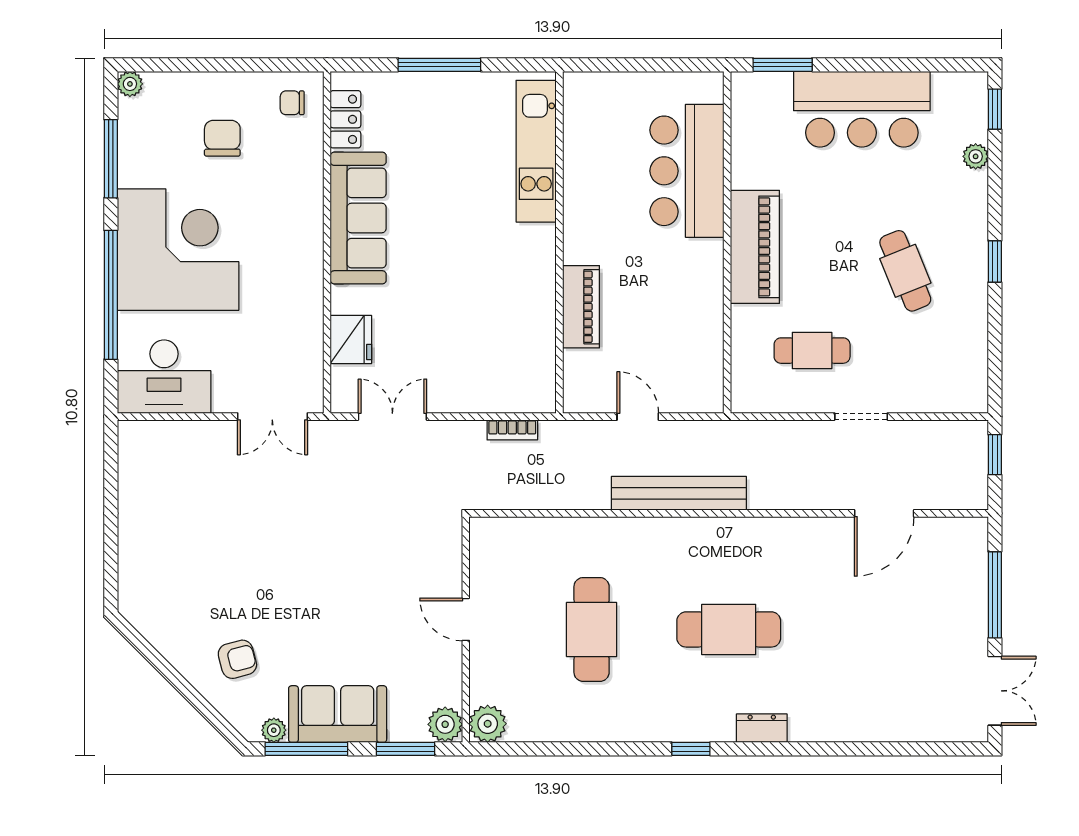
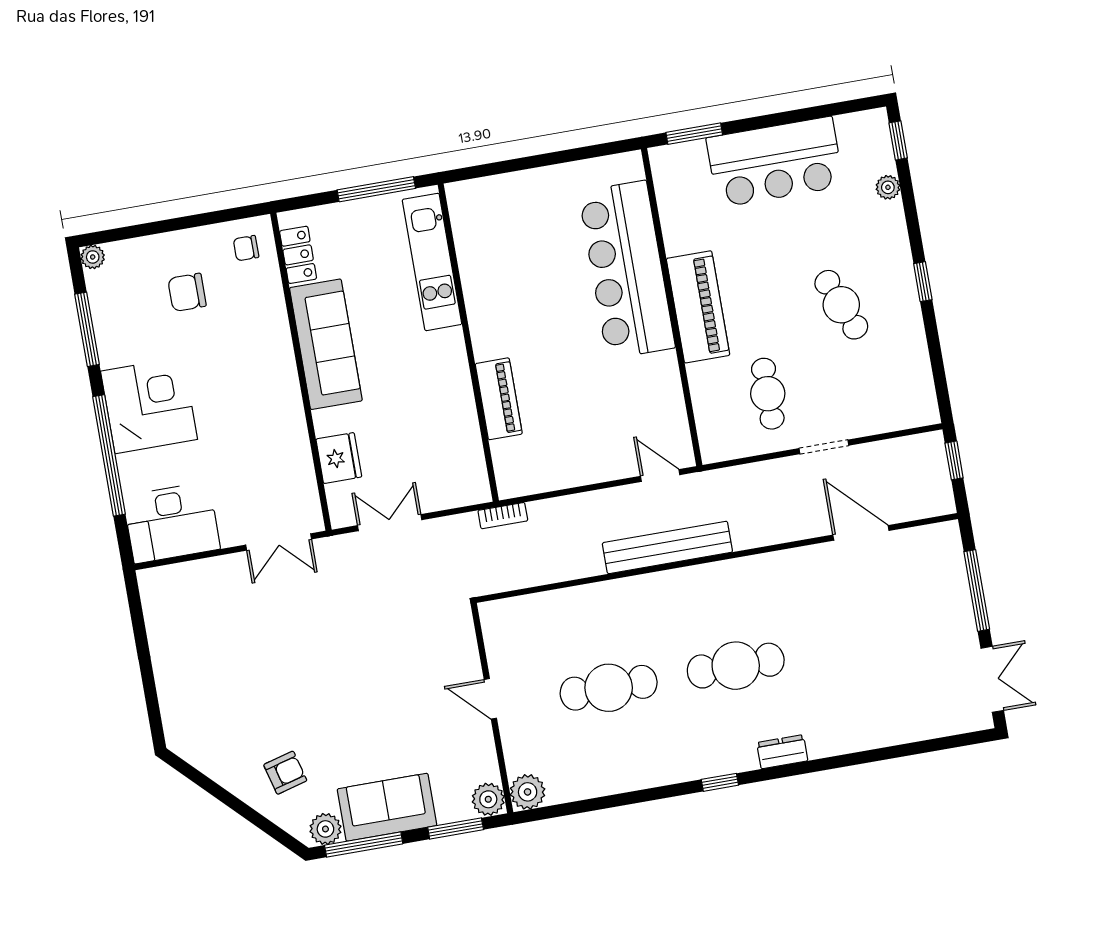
chair: (222, 138) -> (187, 292), turned -90
kitchen unit: (536, 151) -> (432, 262), moved
bar counter: (687, 171) -> (627, 270), width x1.36
wall: (559, 242) -> (468, 343), moved
corner desk: (178, 250) -> (149, 405), width x0.74, depth x0.74
piano: (581, 307) -> (499, 399), moved
cafe table: (812, 351) -> (768, 394), turned 90
door: (638, 417) -> (660, 475), moved
door: (884, 513) -> (861, 533), swing flipped
cafe table: (592, 629) -> (609, 688), turned 90
plant: (274, 730) -> (325, 829), width x1.38, depth x1.38

